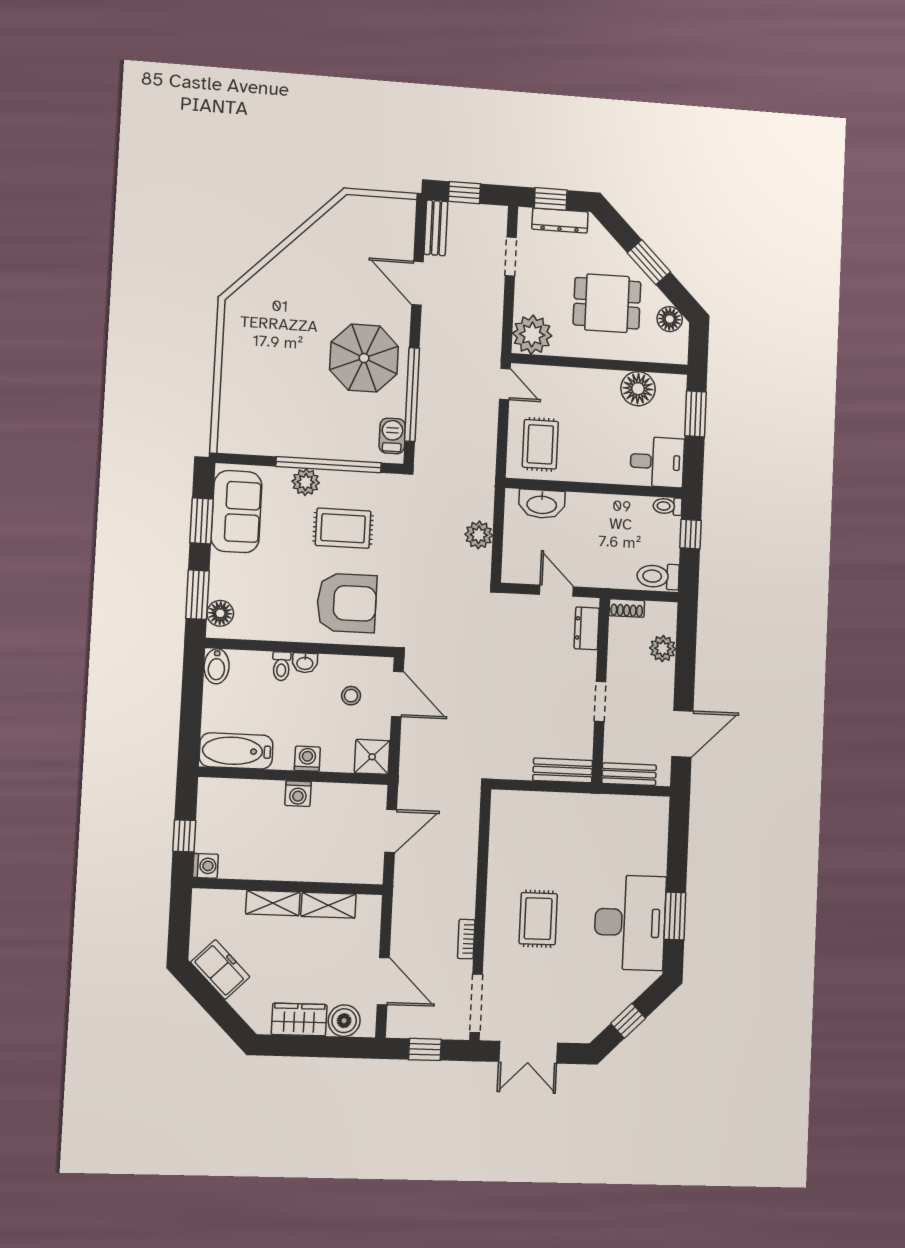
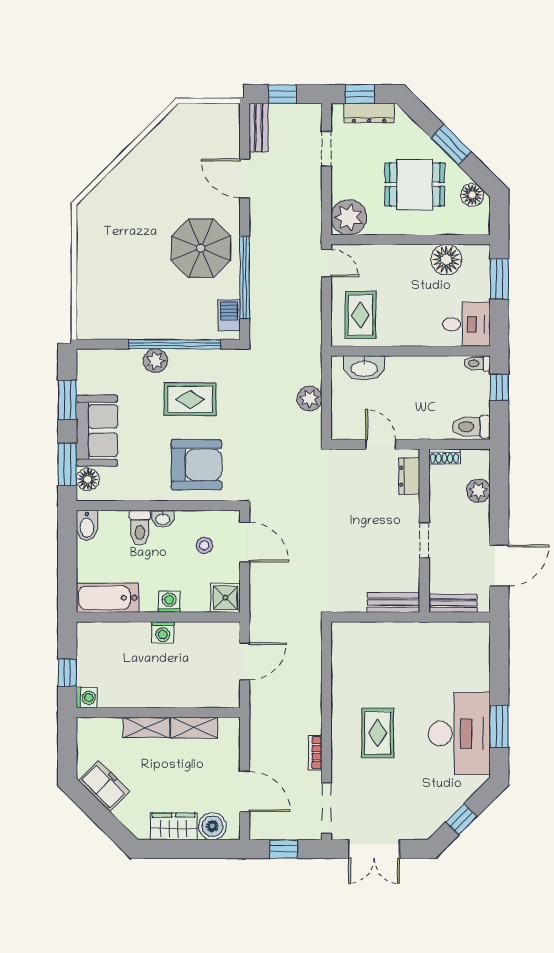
sofa: (236, 512) -> (97, 431), moved
toilet: (281, 666) -> (140, 528), width x1.37, depth x1.39

